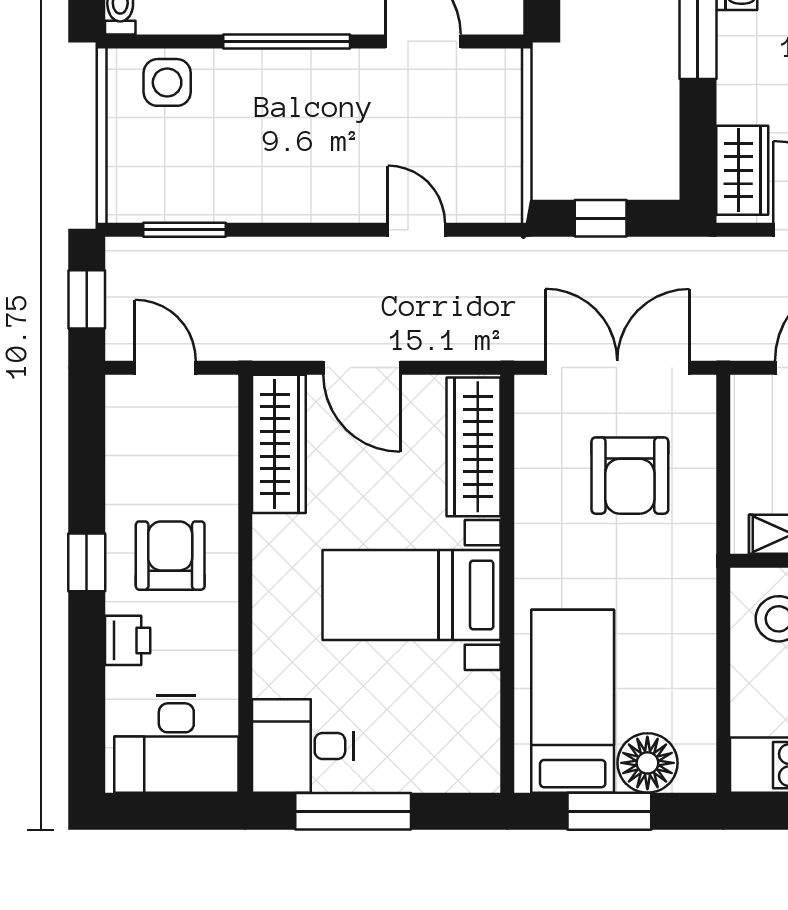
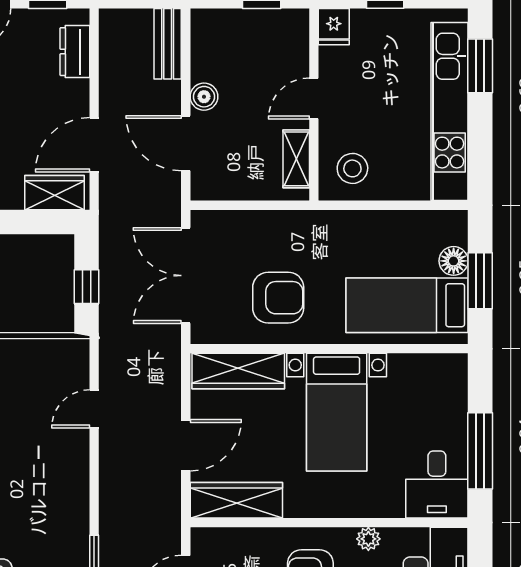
armchair: (630, 476) -> (278, 298), moved
plant: (221, 643) -> (368, 539), added
floor lamp: (647, 763) -> (454, 261), width x0.73, depth x0.73

